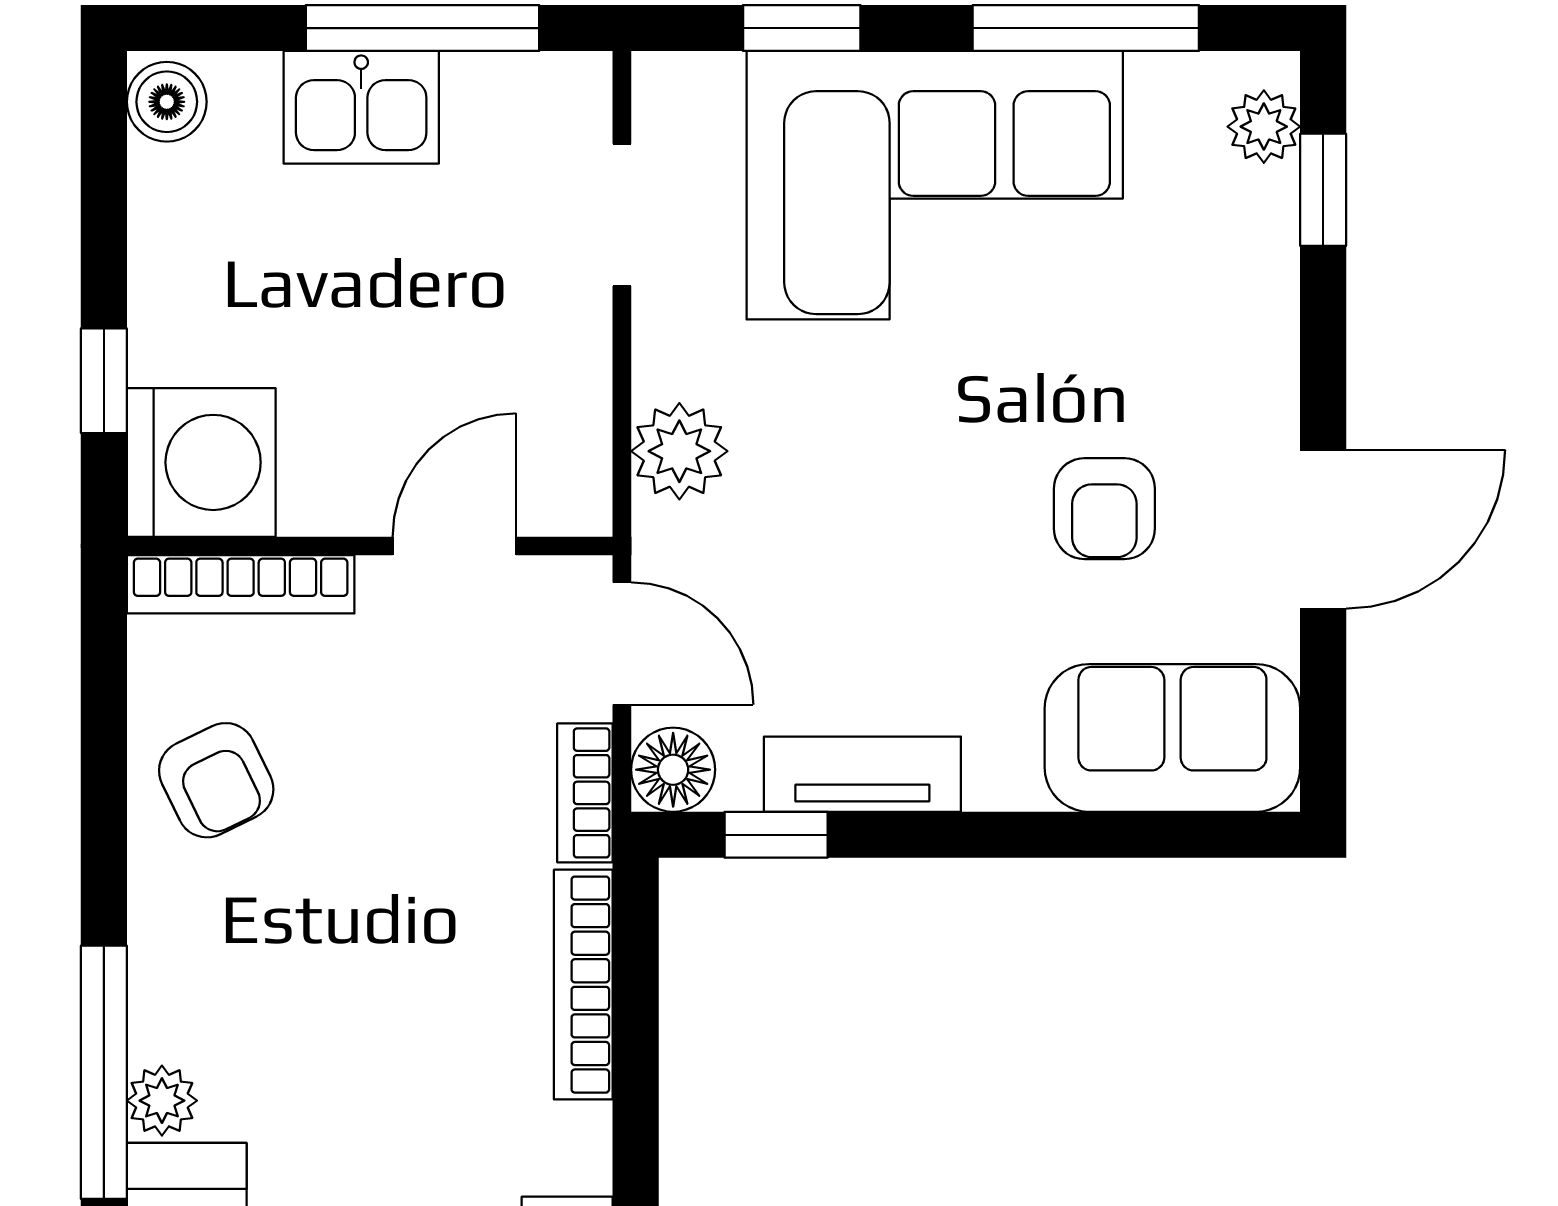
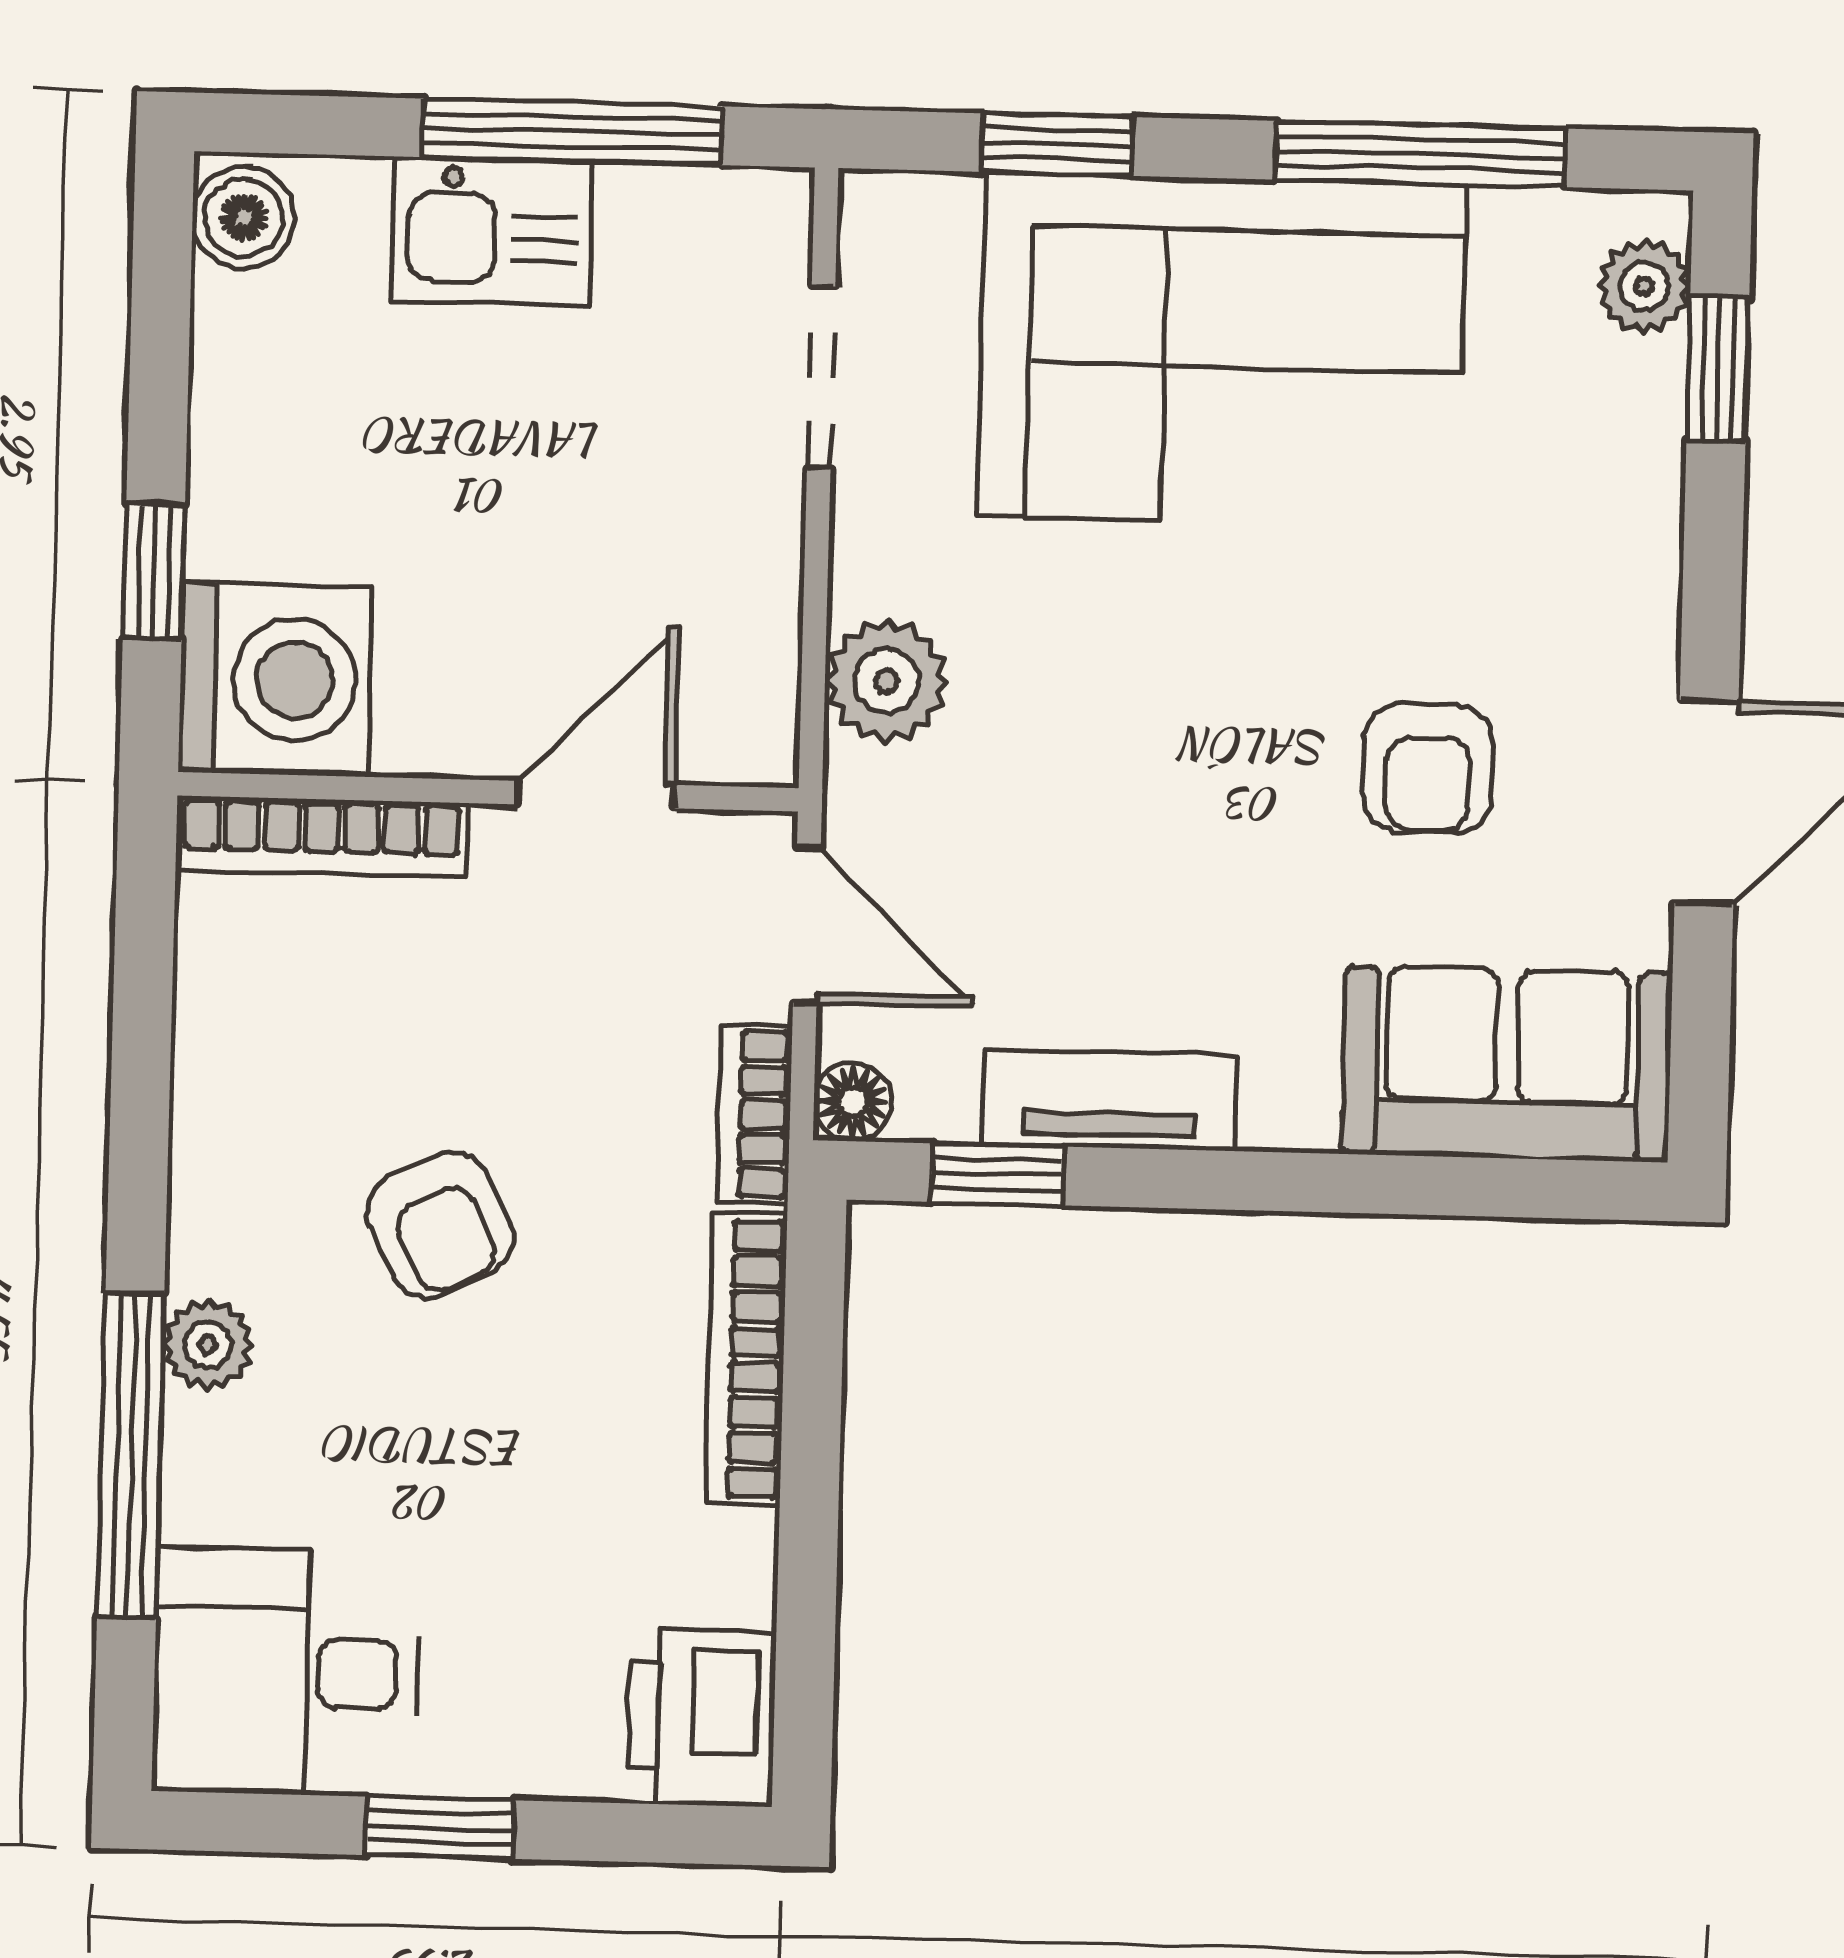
floor lamp: (673, 770) -> (853, 1102), width x0.73, depth x0.73
armchair: (216, 780) -> (440, 1225), moved
plant: (162, 1101) -> (208, 1345), moved

